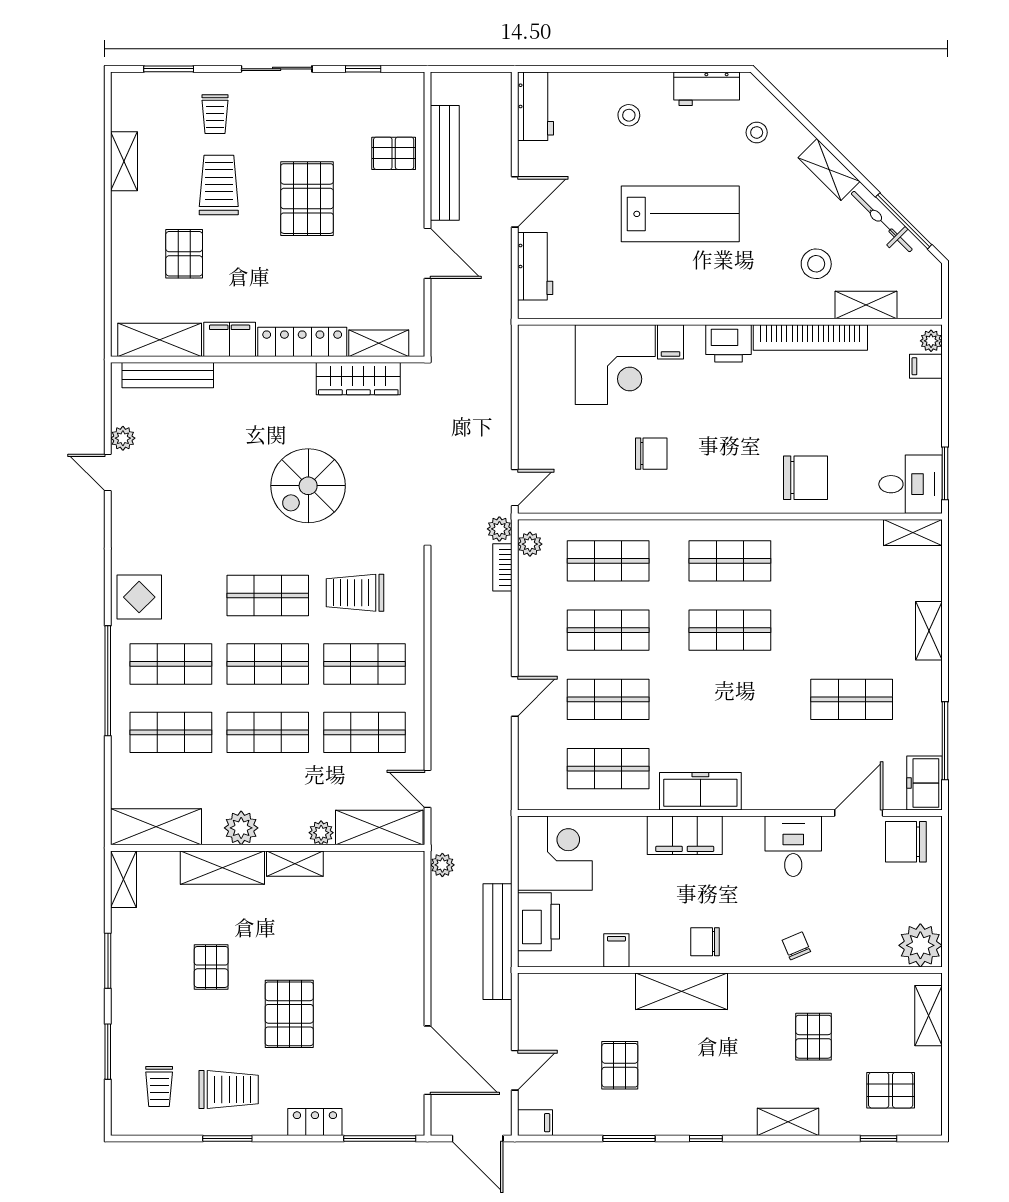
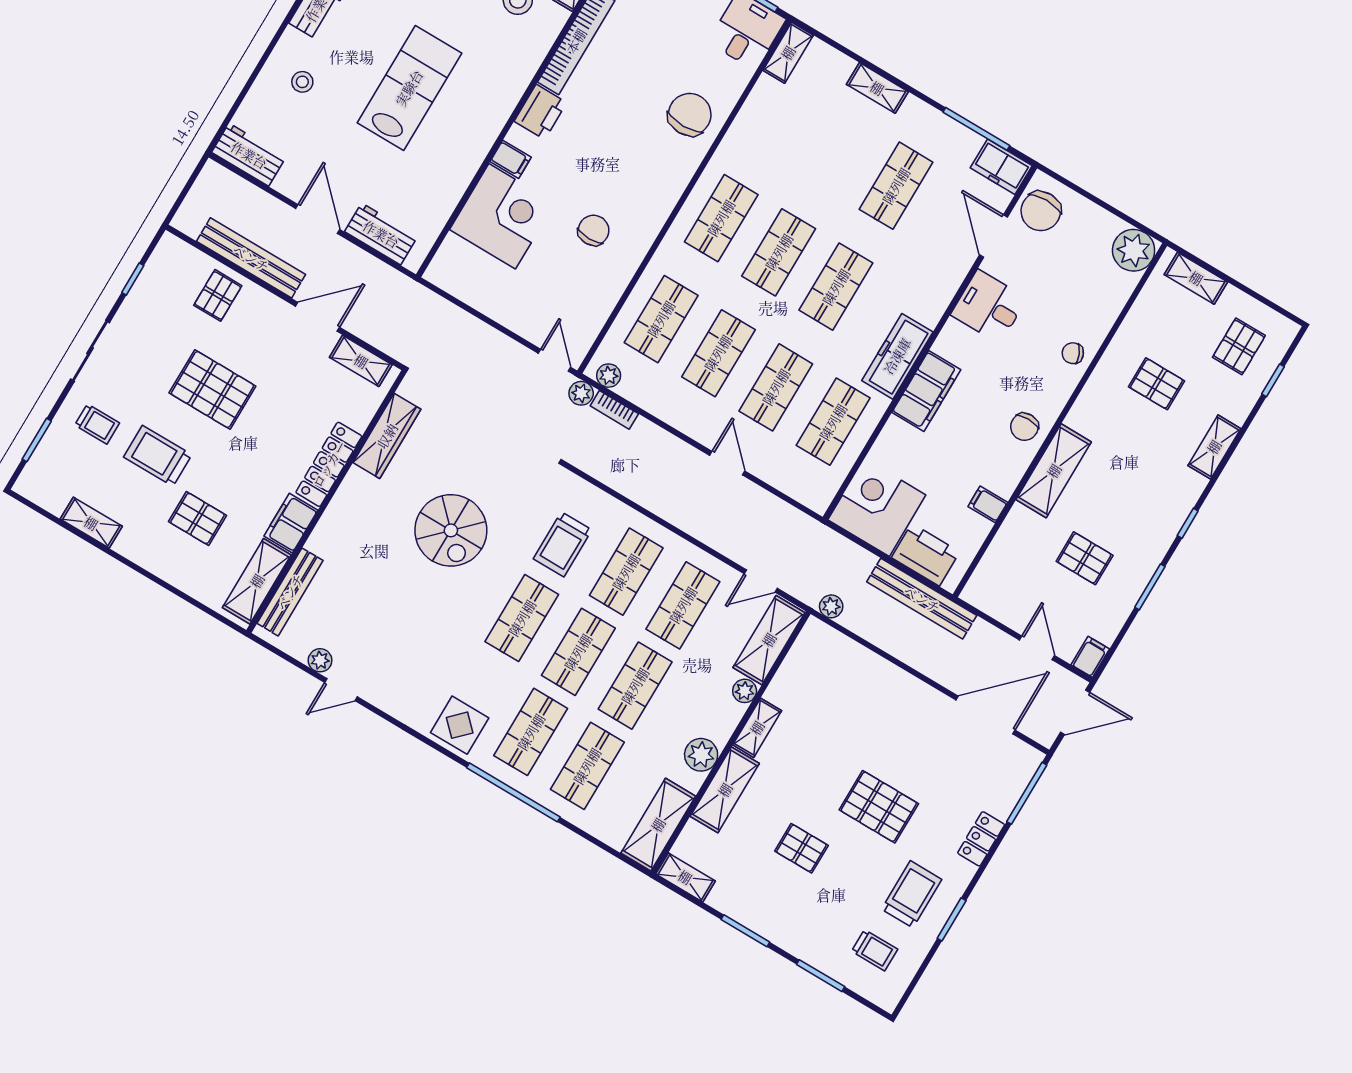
shelving: (379, 343) -> (361, 361), moved, turned 90
shop shelf: (730, 699) -> (836, 287), added

